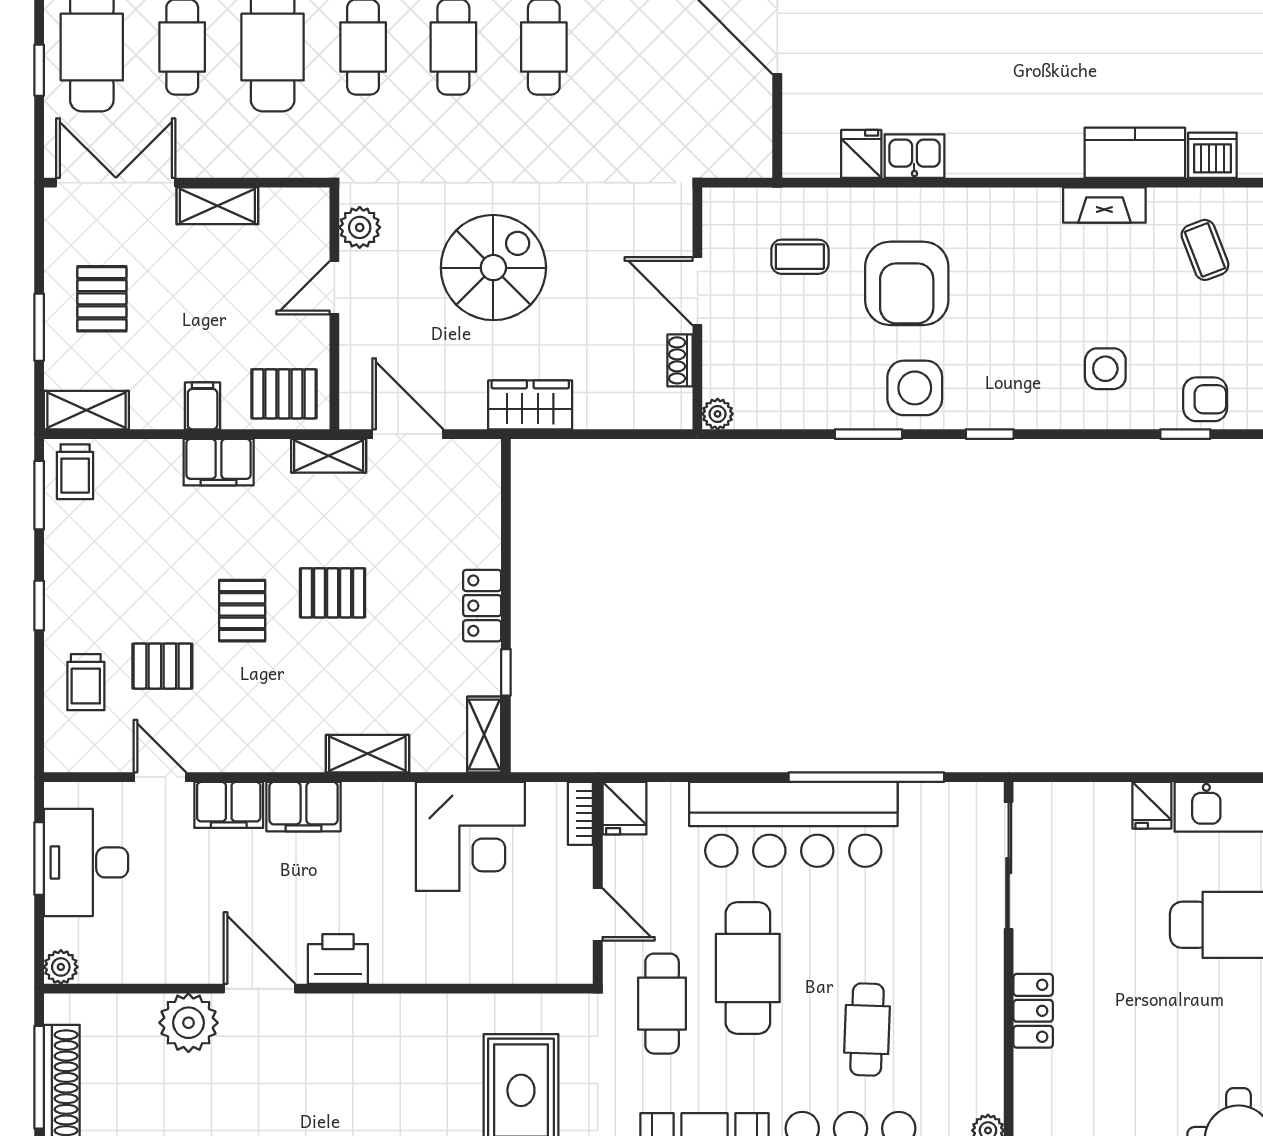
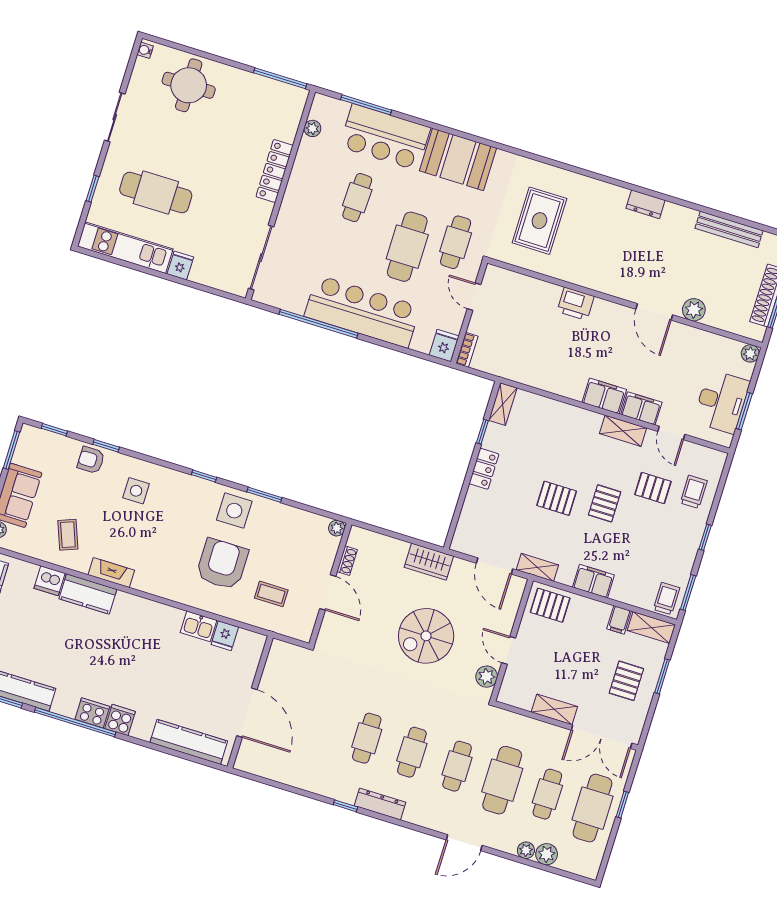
door: (334, 288) -> (509, 650), swing flipped
filing cabinet: (203, 406) -> (619, 620), moved
shelving: (367, 754) -> (623, 431), moved
corner desk: (470, 836) -> (526, 355), removed
printer: (338, 959) -> (576, 304), moved
locker: (1033, 1011) -> (275, 171), width x1.53
plant: (188, 1023) -> (694, 310), width x0.73, depth x0.73

